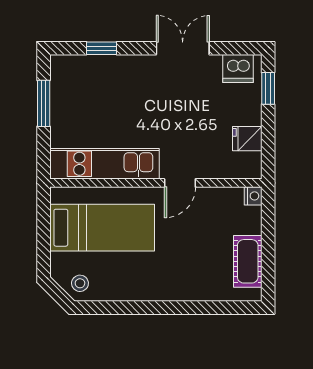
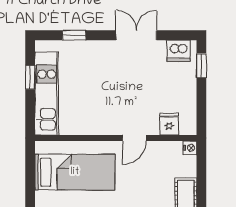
window: (44, 103) -> (30, 77), width x0.67
fridge: (247, 139) -> (169, 124), moved, turned 90
kitchen unit: (105, 164) -> (47, 93), moved, turned 90

